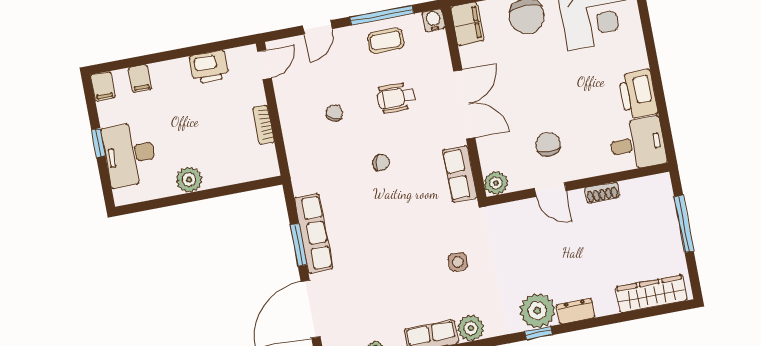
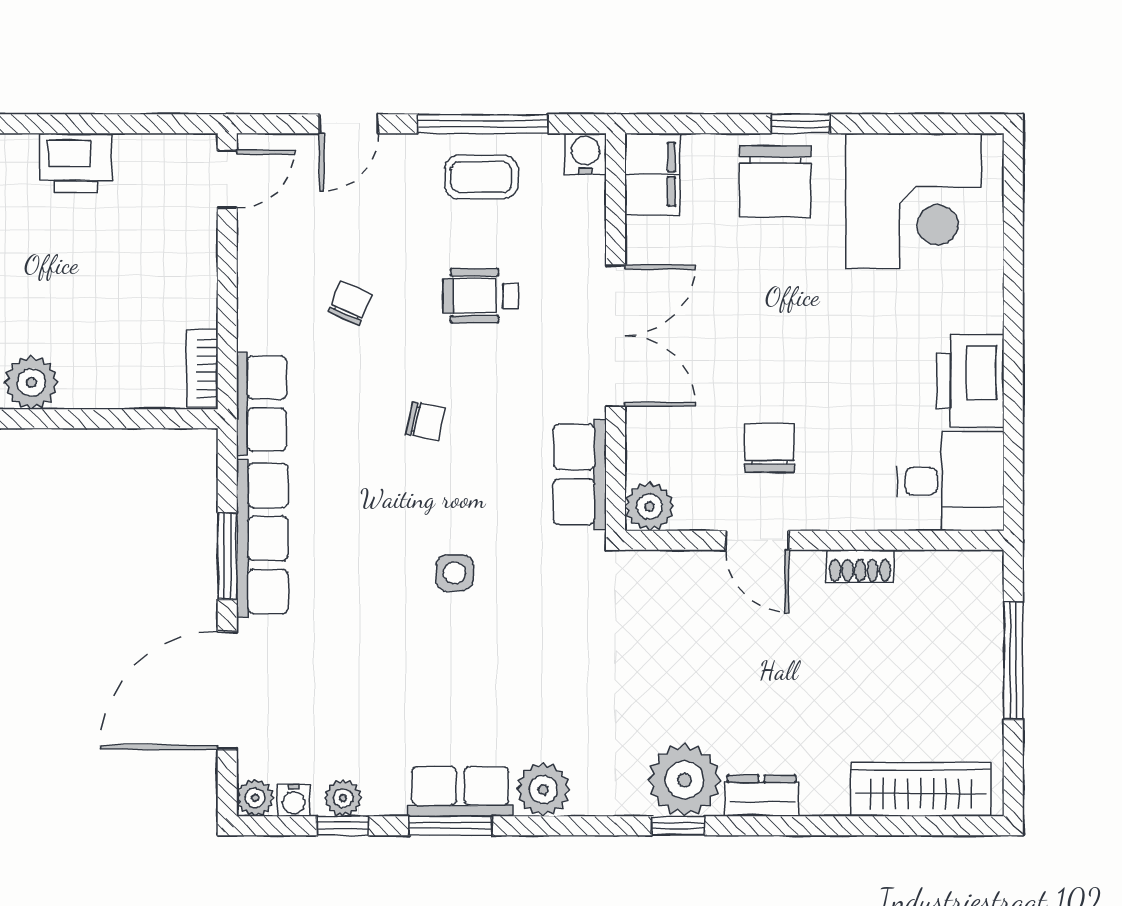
printer: (209, 67) -> (76, 163), moved
bookcase: (263, 125) -> (202, 369), moved
row of seats: (301, 169) -> (261, 404), added
side table: (458, 262) -> (455, 573), moved

